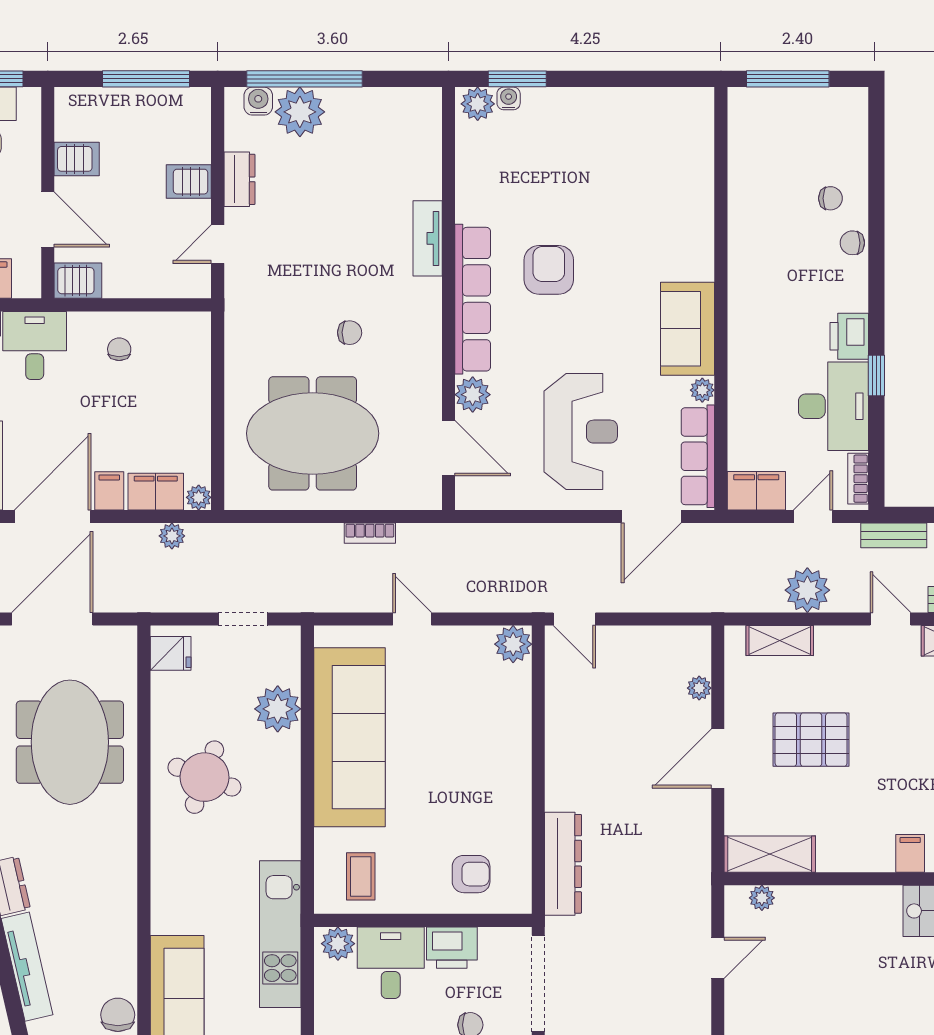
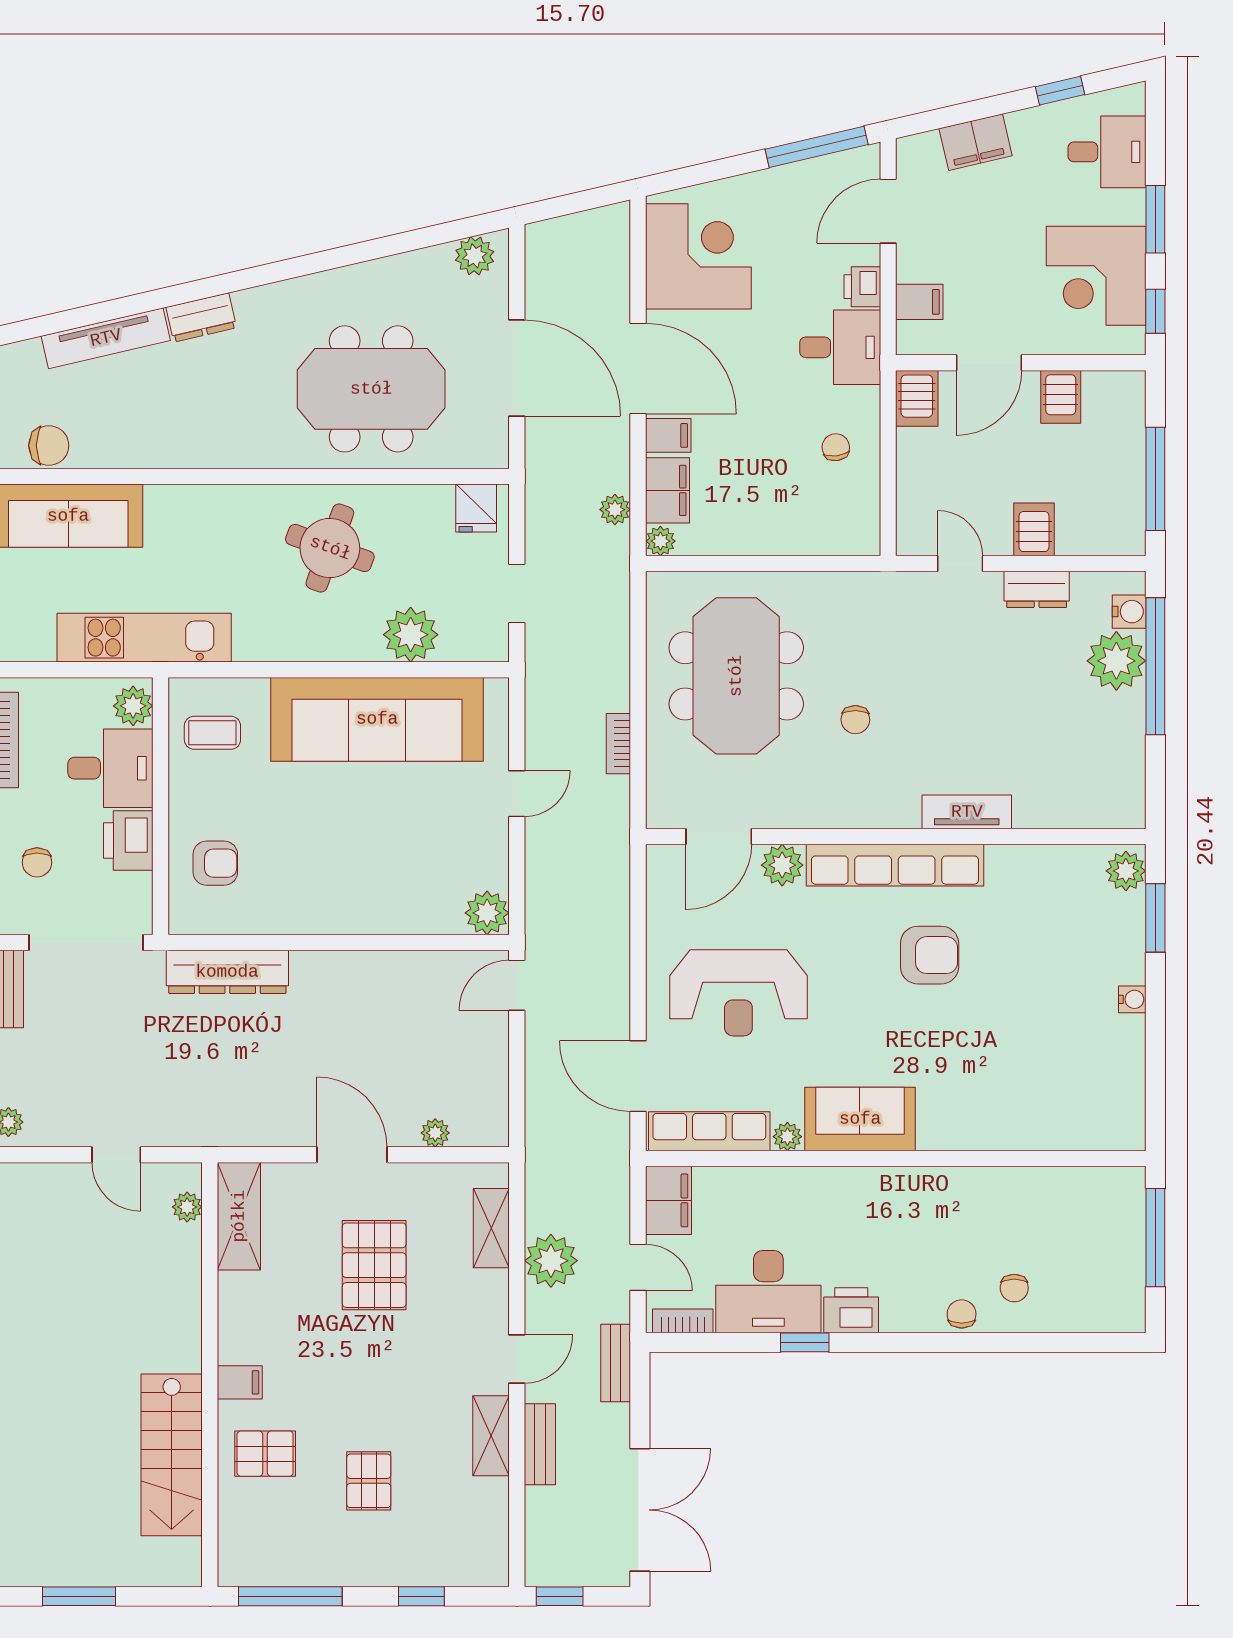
water cooler: (509, 98) -> (1132, 999), moved
chair: (119, 349) -> (836, 447), turned -98
armchair: (471, 874) -> (215, 863), turned -90

